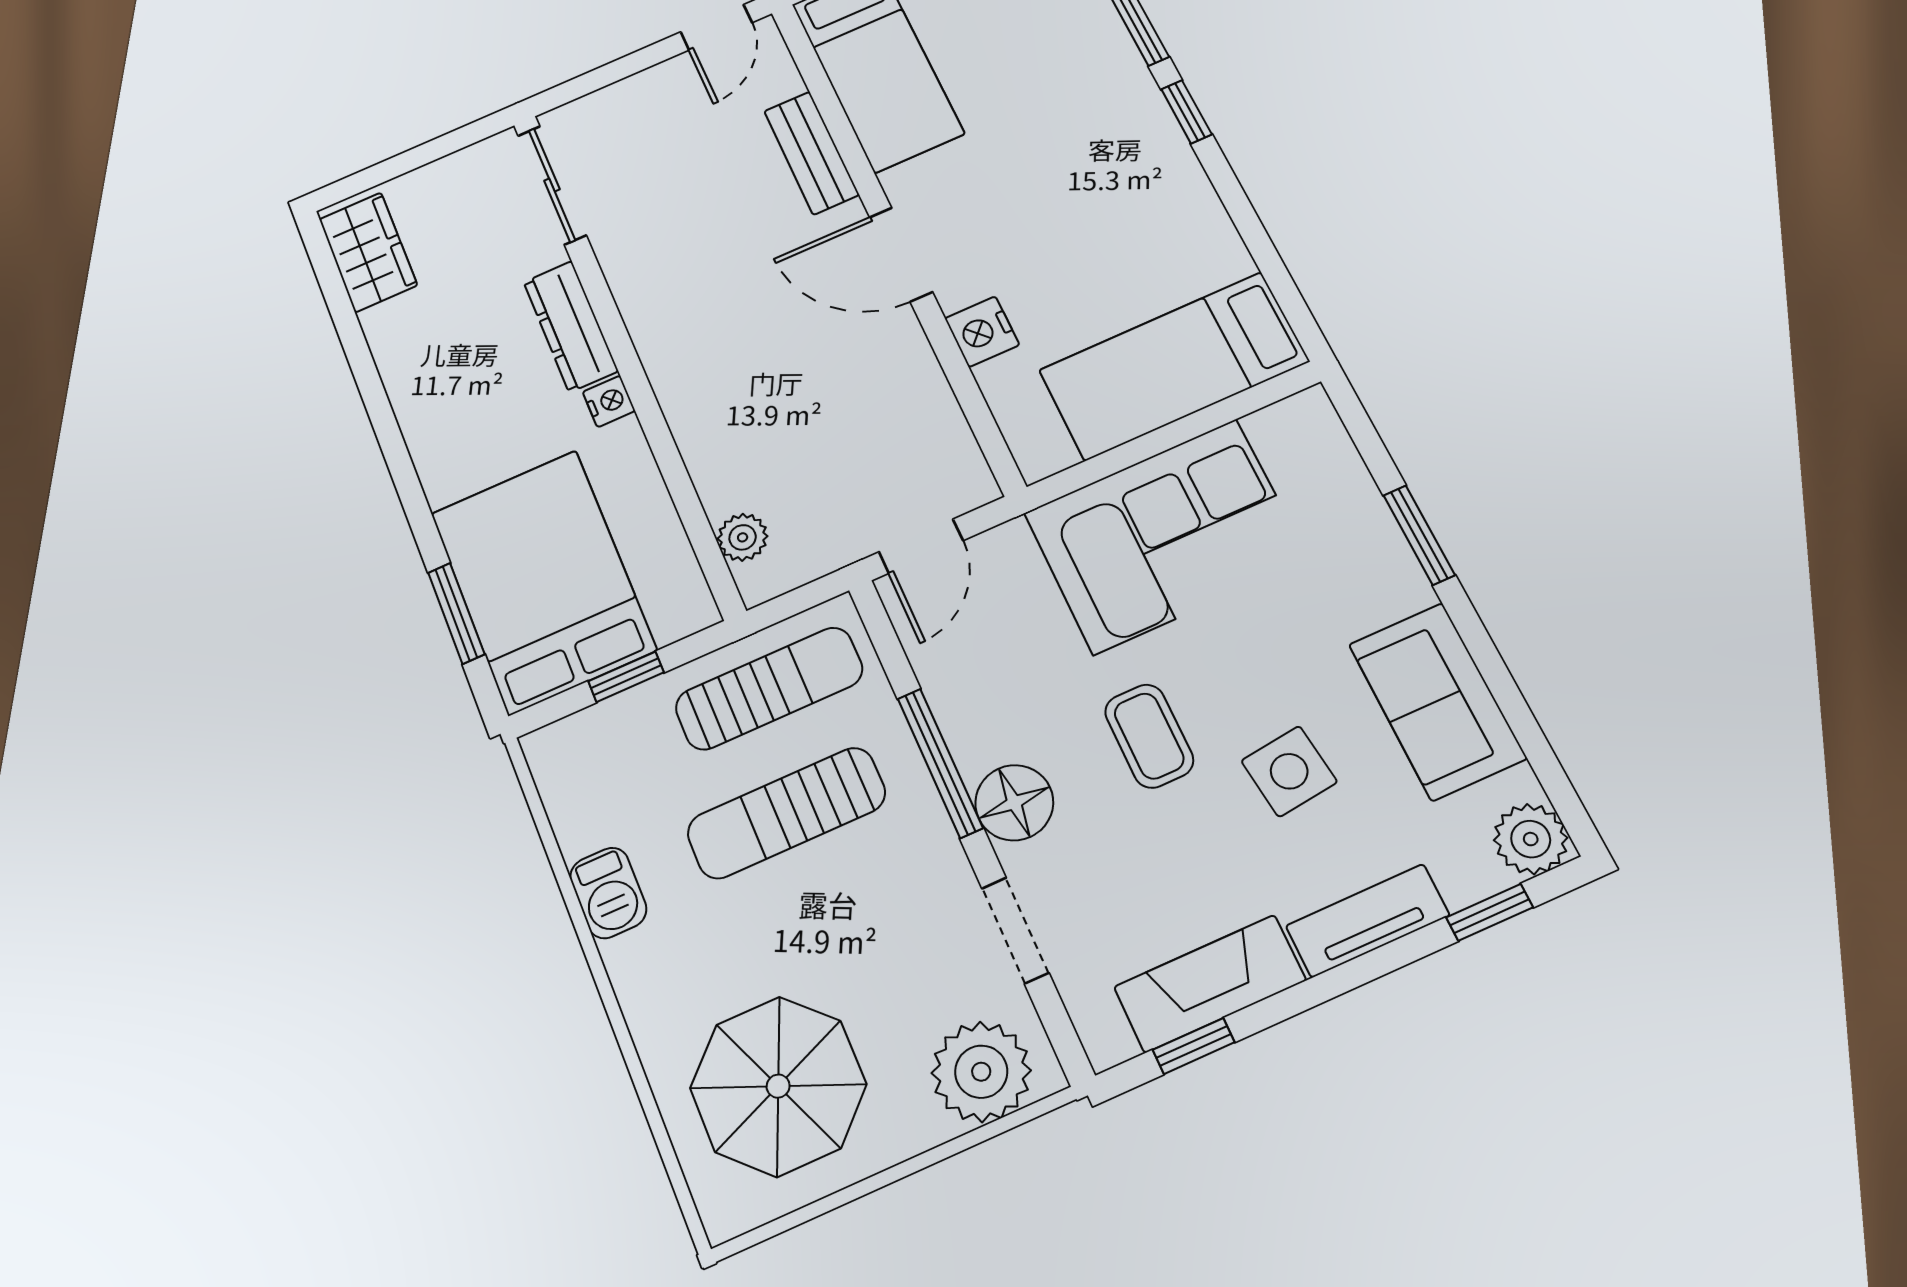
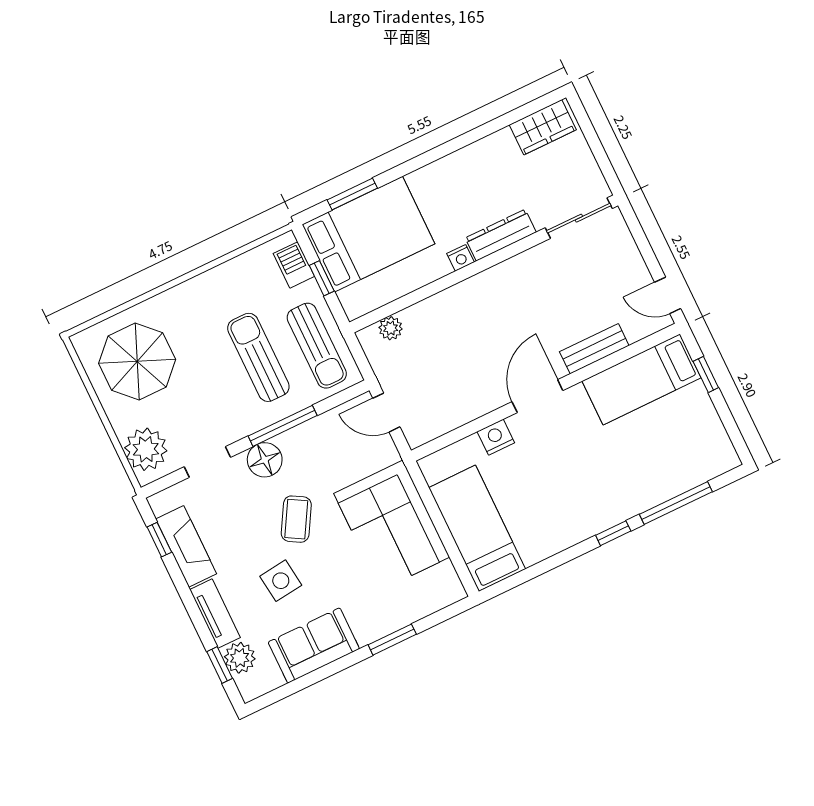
coffee table: (1149, 736) -> (296, 519), turned -60
plant: (1531, 839) -> (240, 658), moved
barbecue: (608, 893) -> (294, 265), moved, turned 90

